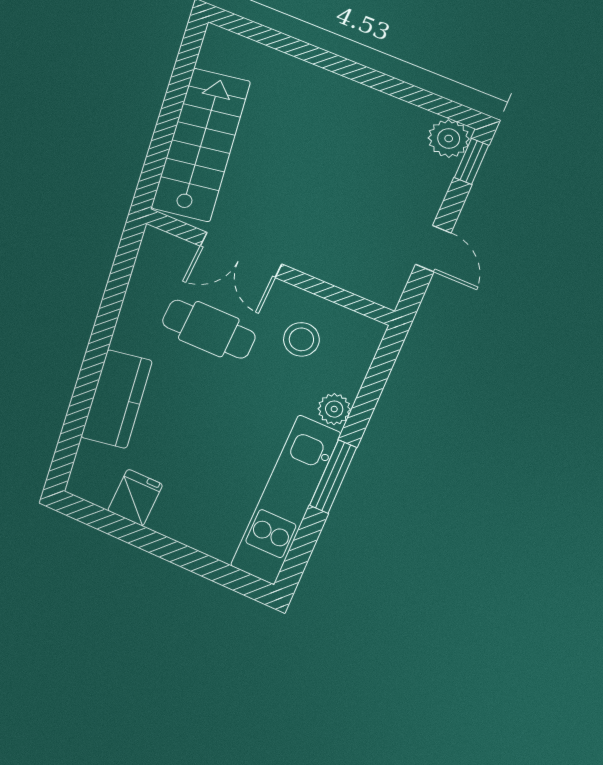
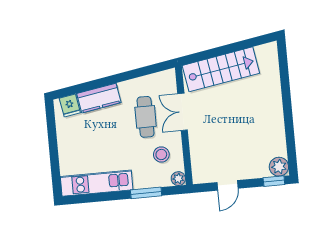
plant: (334, 409) -> (178, 179), moved
window: (333, 476) -> (146, 193), moved
fridge: (135, 497) -> (70, 105), moved, turned 80

